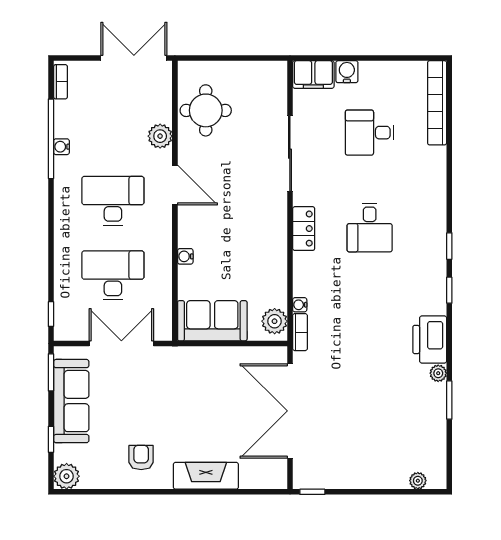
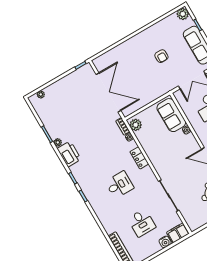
desk: (370, 133) -> (142, 223), turned 90
desk: (370, 227) -> (119, 185), turned 90
locker: (304, 229) -> (139, 158), moved
sofa: (212, 321) -> (171, 115), moved, turned 90
armchair: (141, 458) -> (161, 56), moved
fireplace: (206, 476) -> (127, 47), removed

